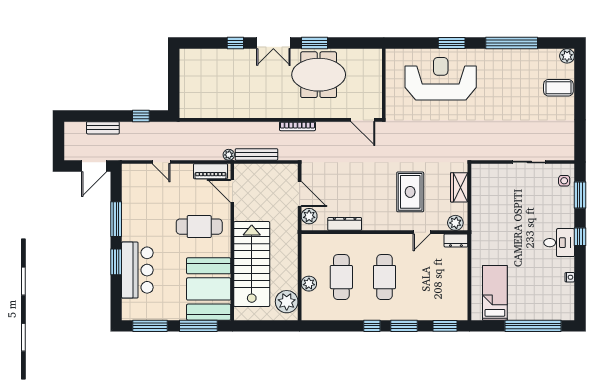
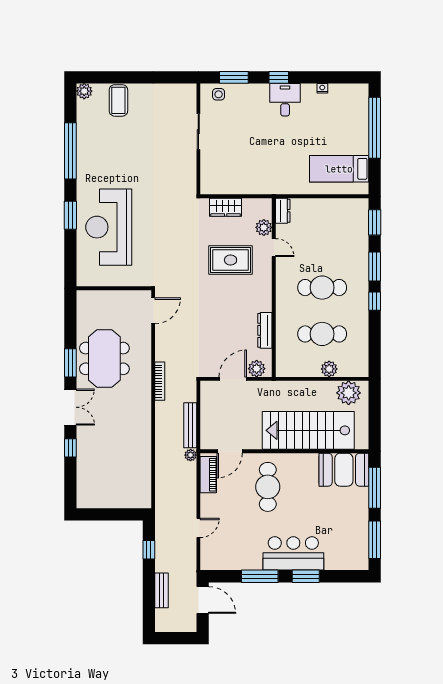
plant: (455, 223) -> (264, 227), moved
bar counter: (137, 270) -> (293, 553), moved
booth: (209, 289) -> (344, 470), width x0.73, depth x0.70

